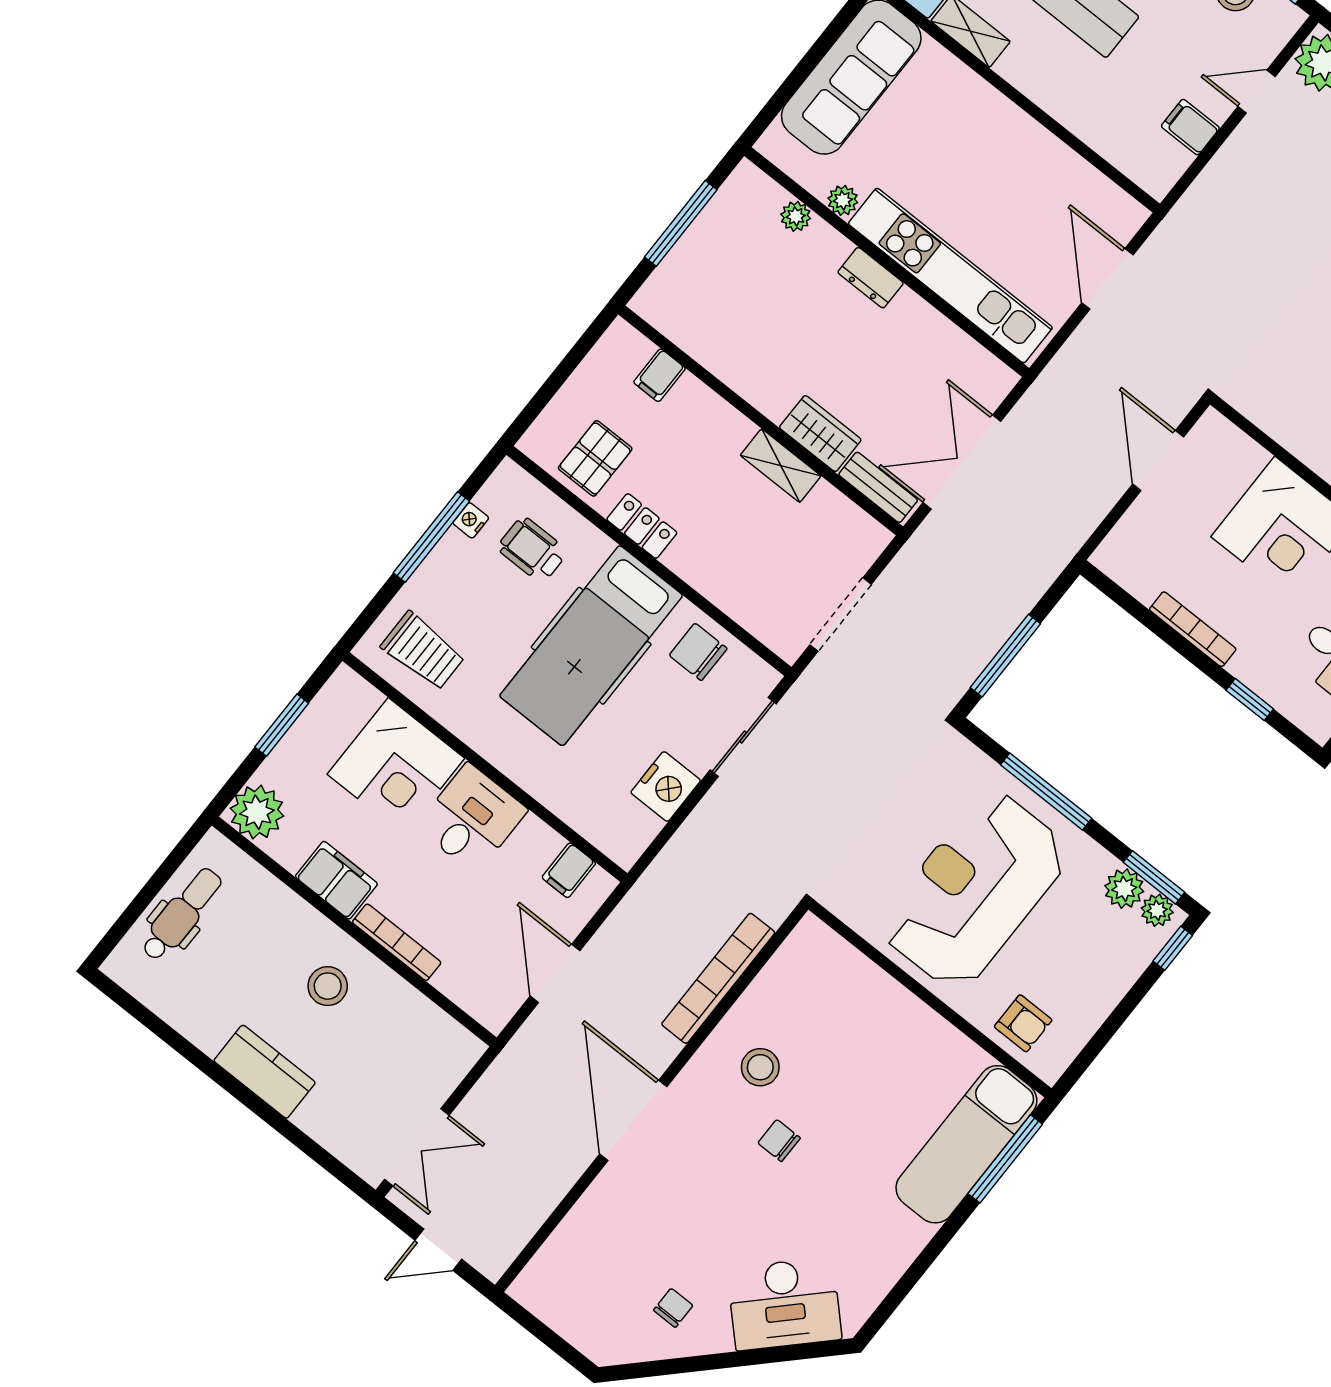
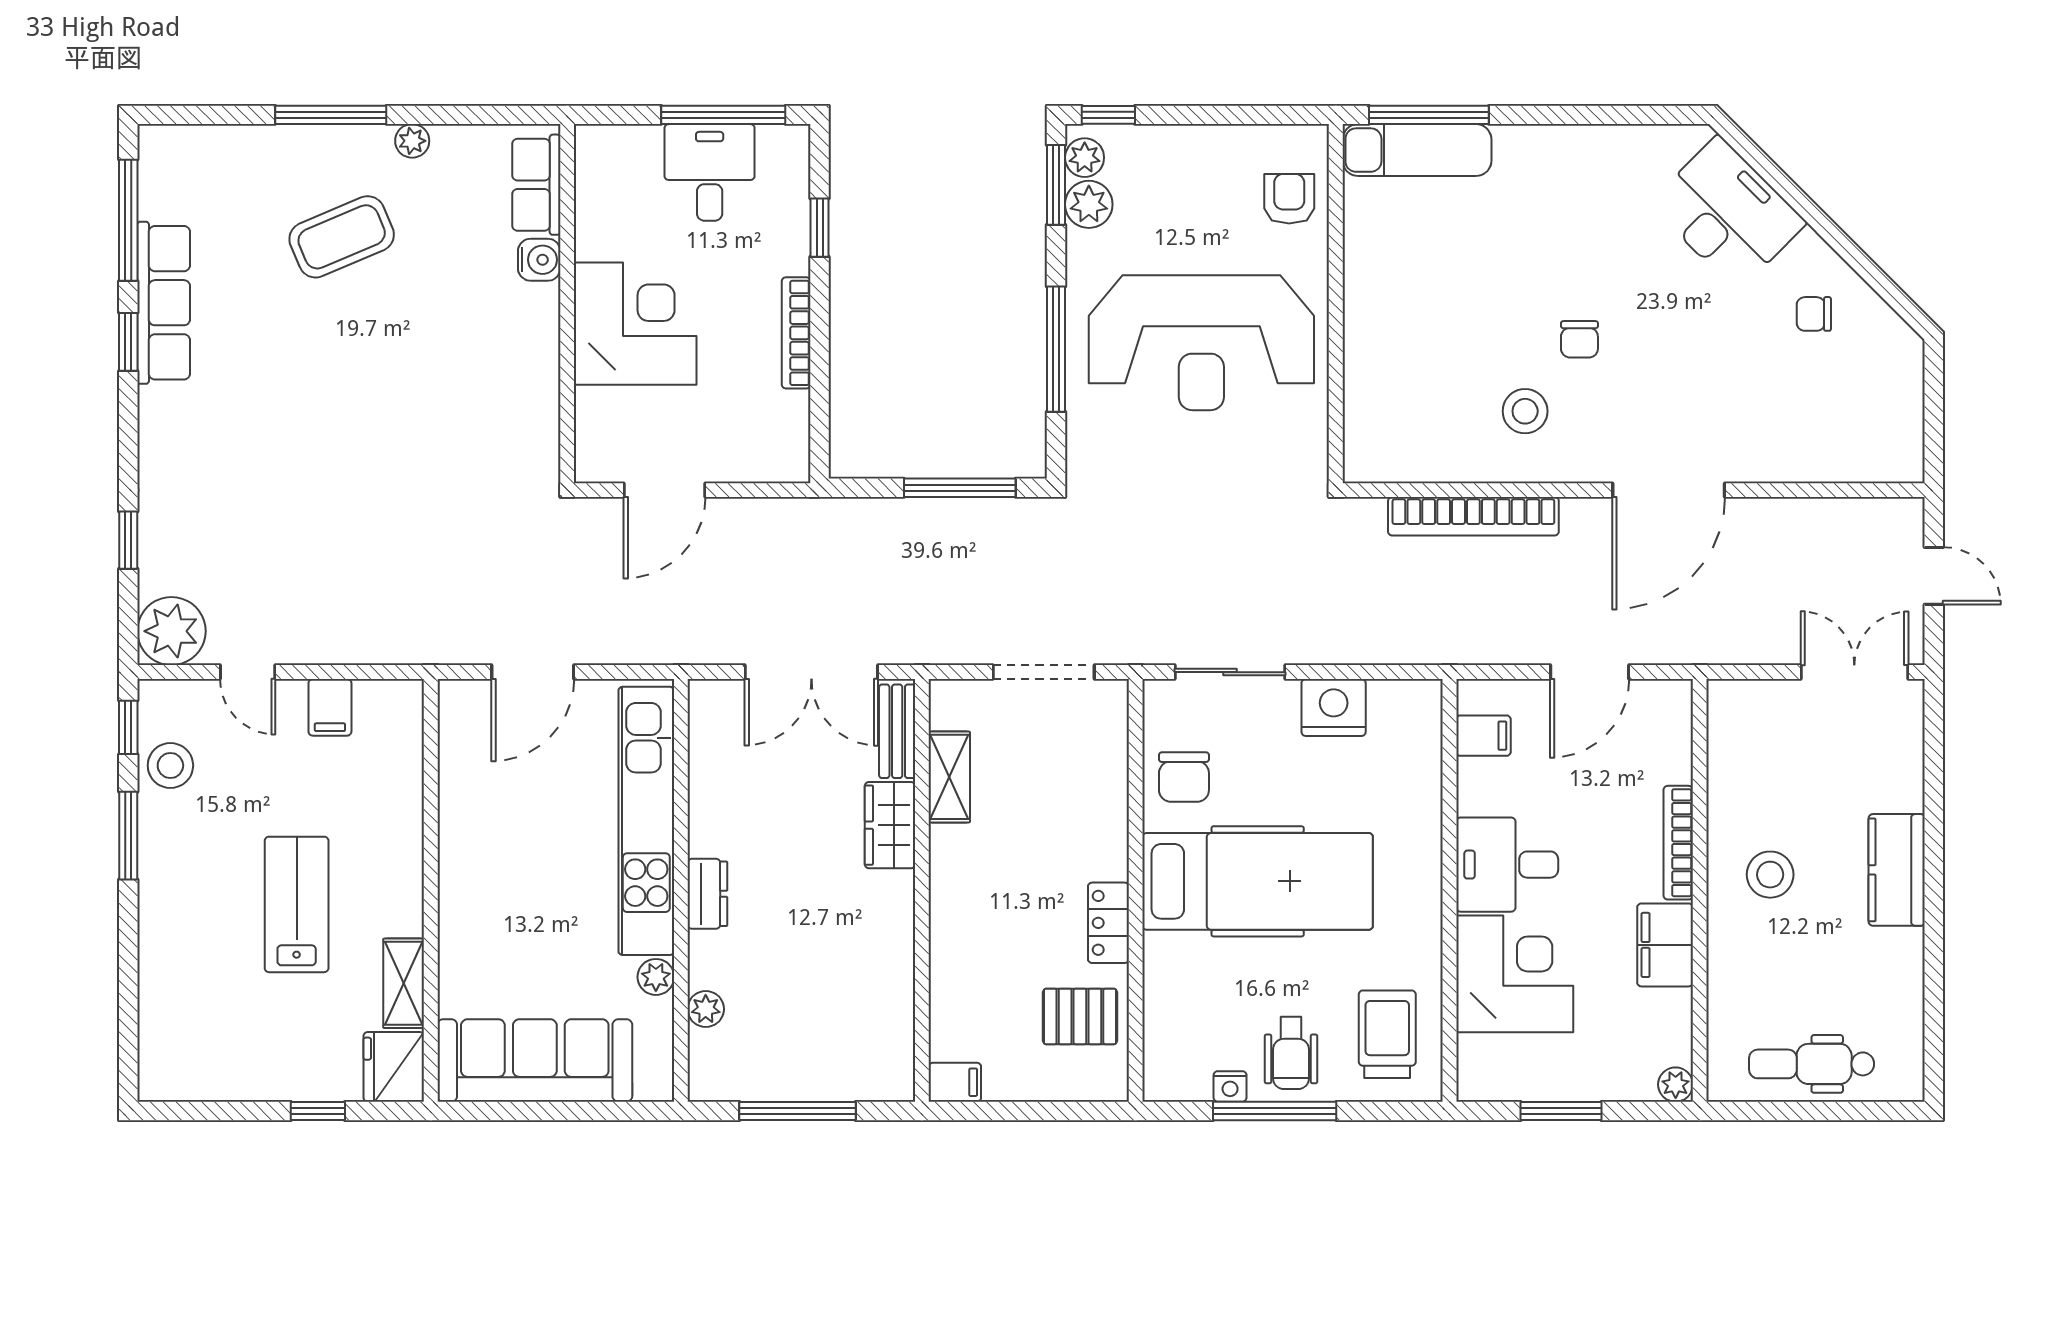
filing cabinet: (659, 375) -> (955, 1082), moved
shelving: (781, 466) -> (949, 777), moved
wheelchair: (532, 550) -> (1291, 1053), moved
plant: (257, 812) -> (1676, 1085), width x0.53, depth x0.53
exam couch: (966, 1144) -> (1417, 150), width x0.73, depth x0.69

